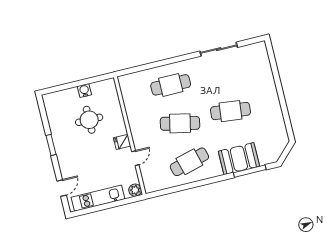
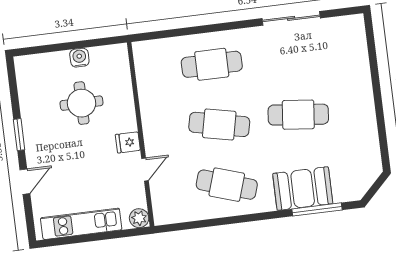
cafe table: (189, 162) -> (227, 185), turned 33
door: (62, 188) -> (25, 182), moved

